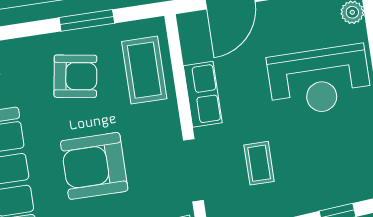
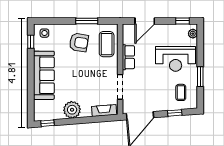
coffee table: (259, 163) -> (181, 92), moved
armchair: (94, 166) -> (81, 79), removed

